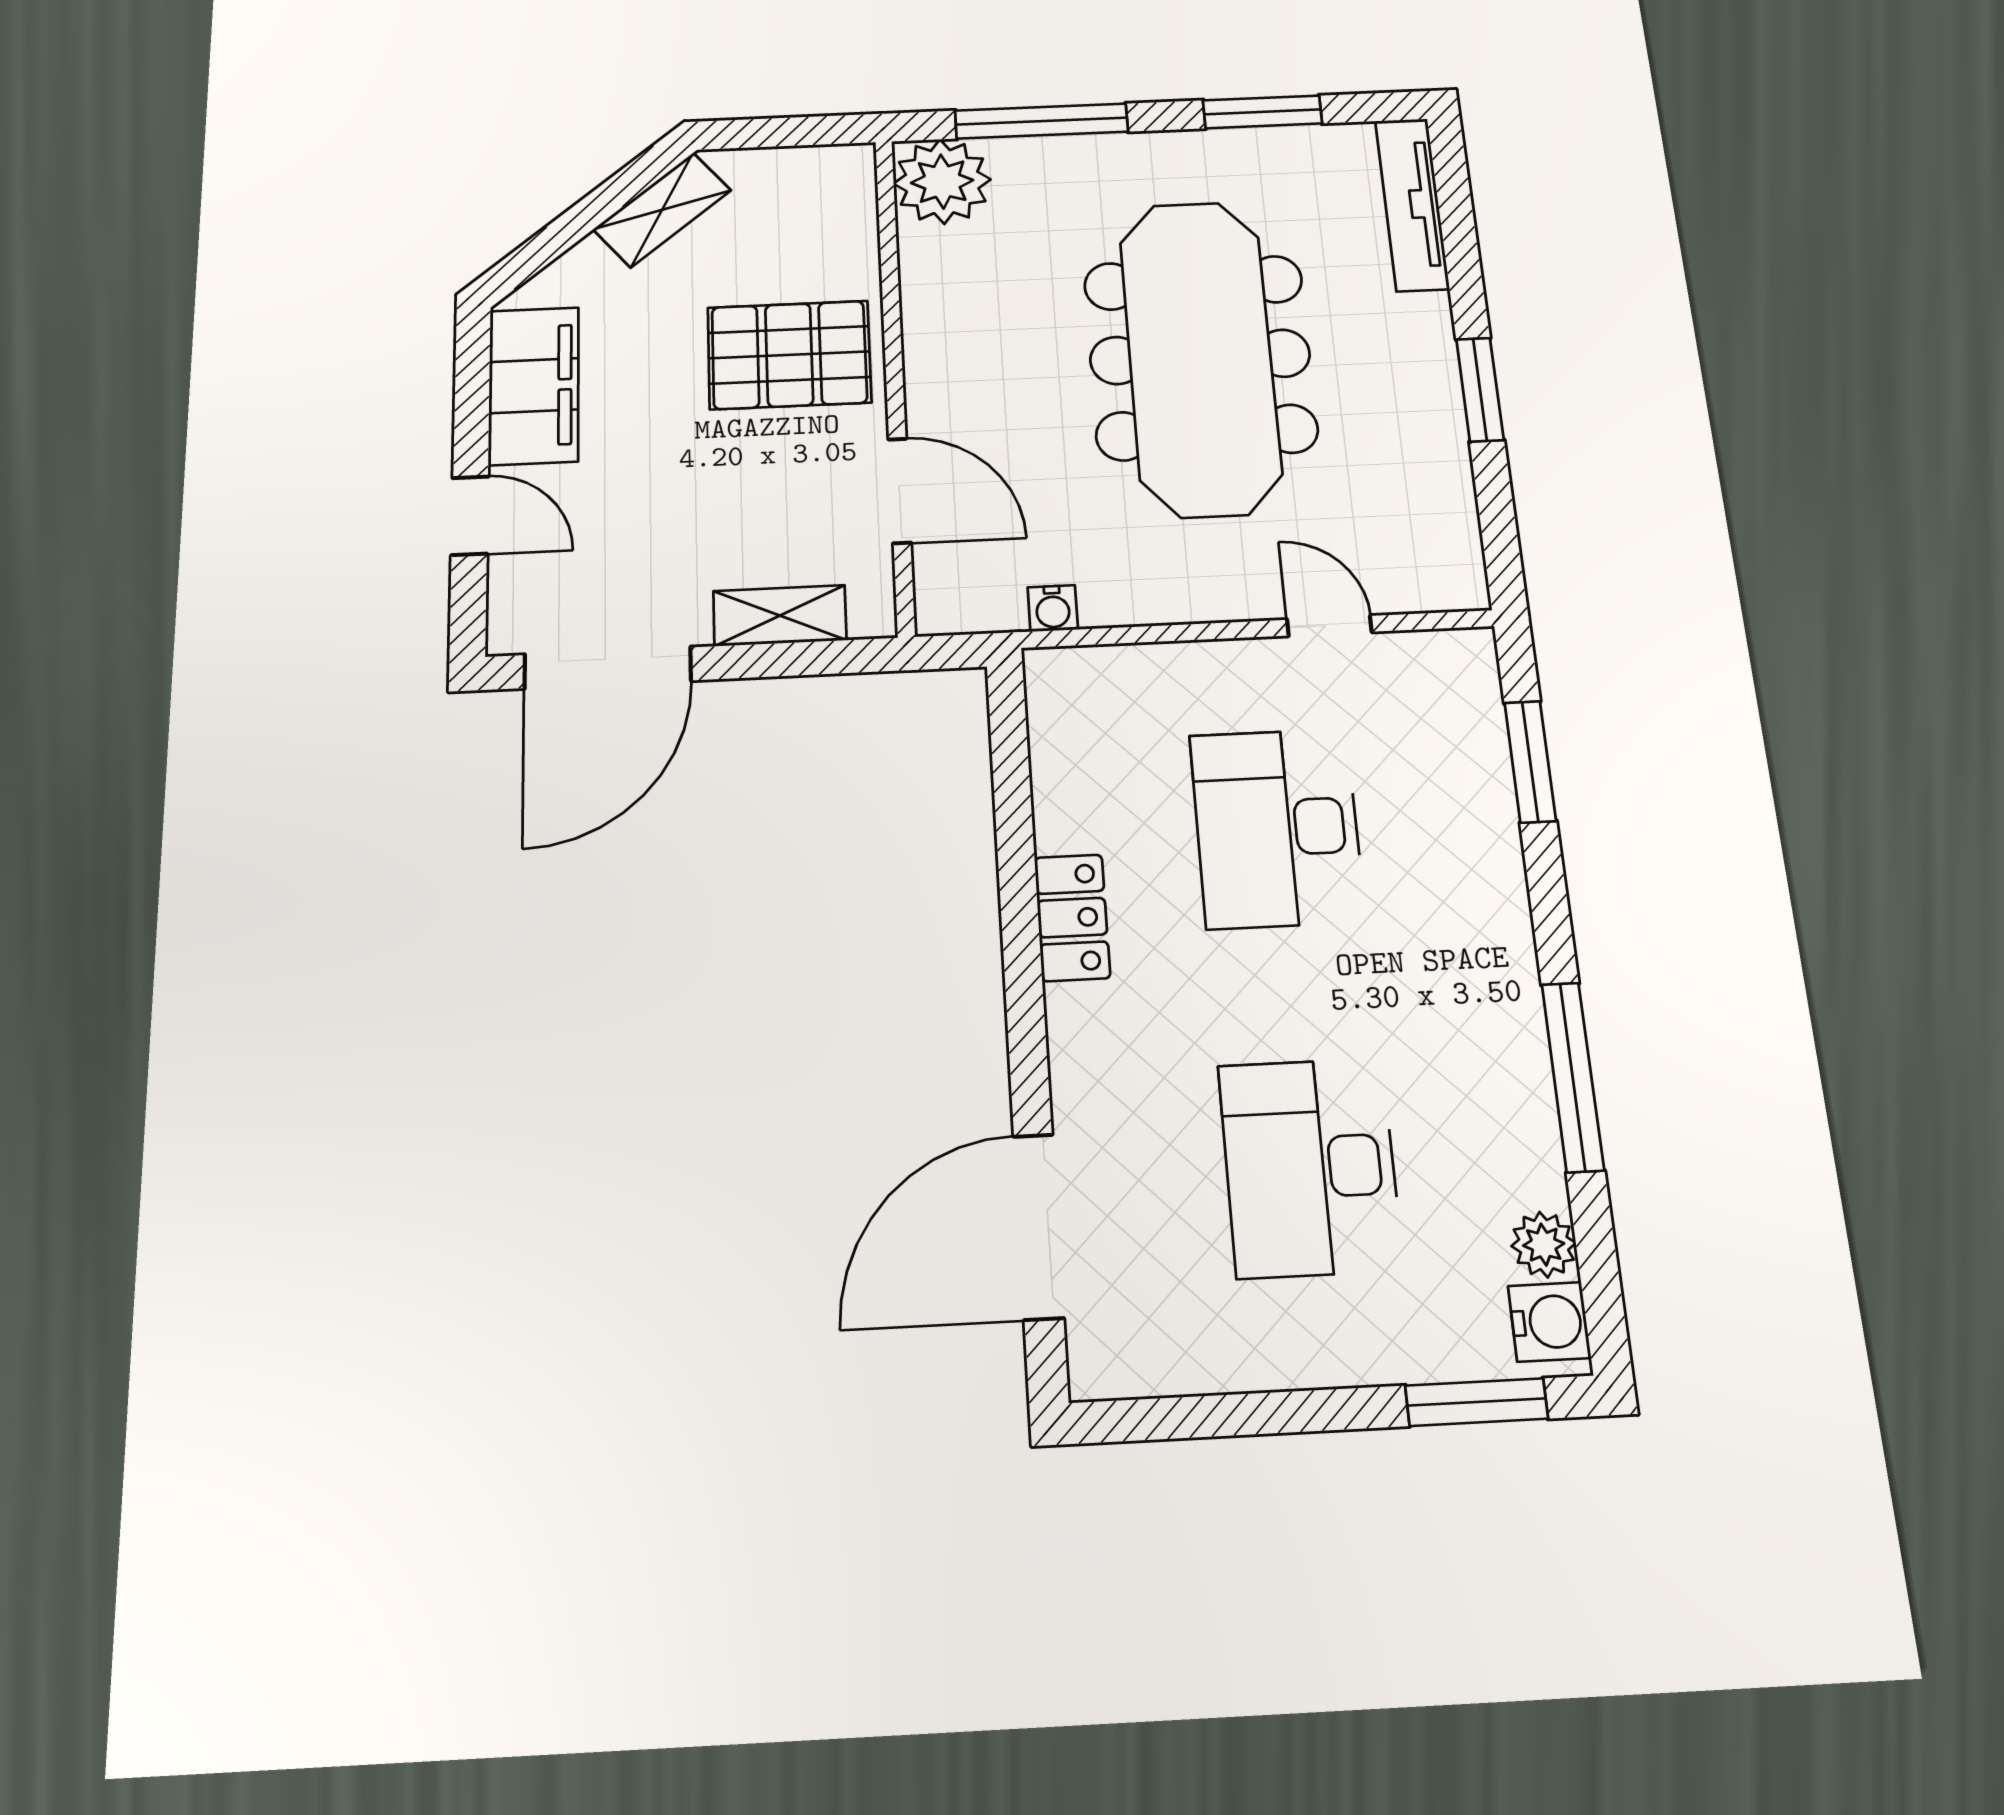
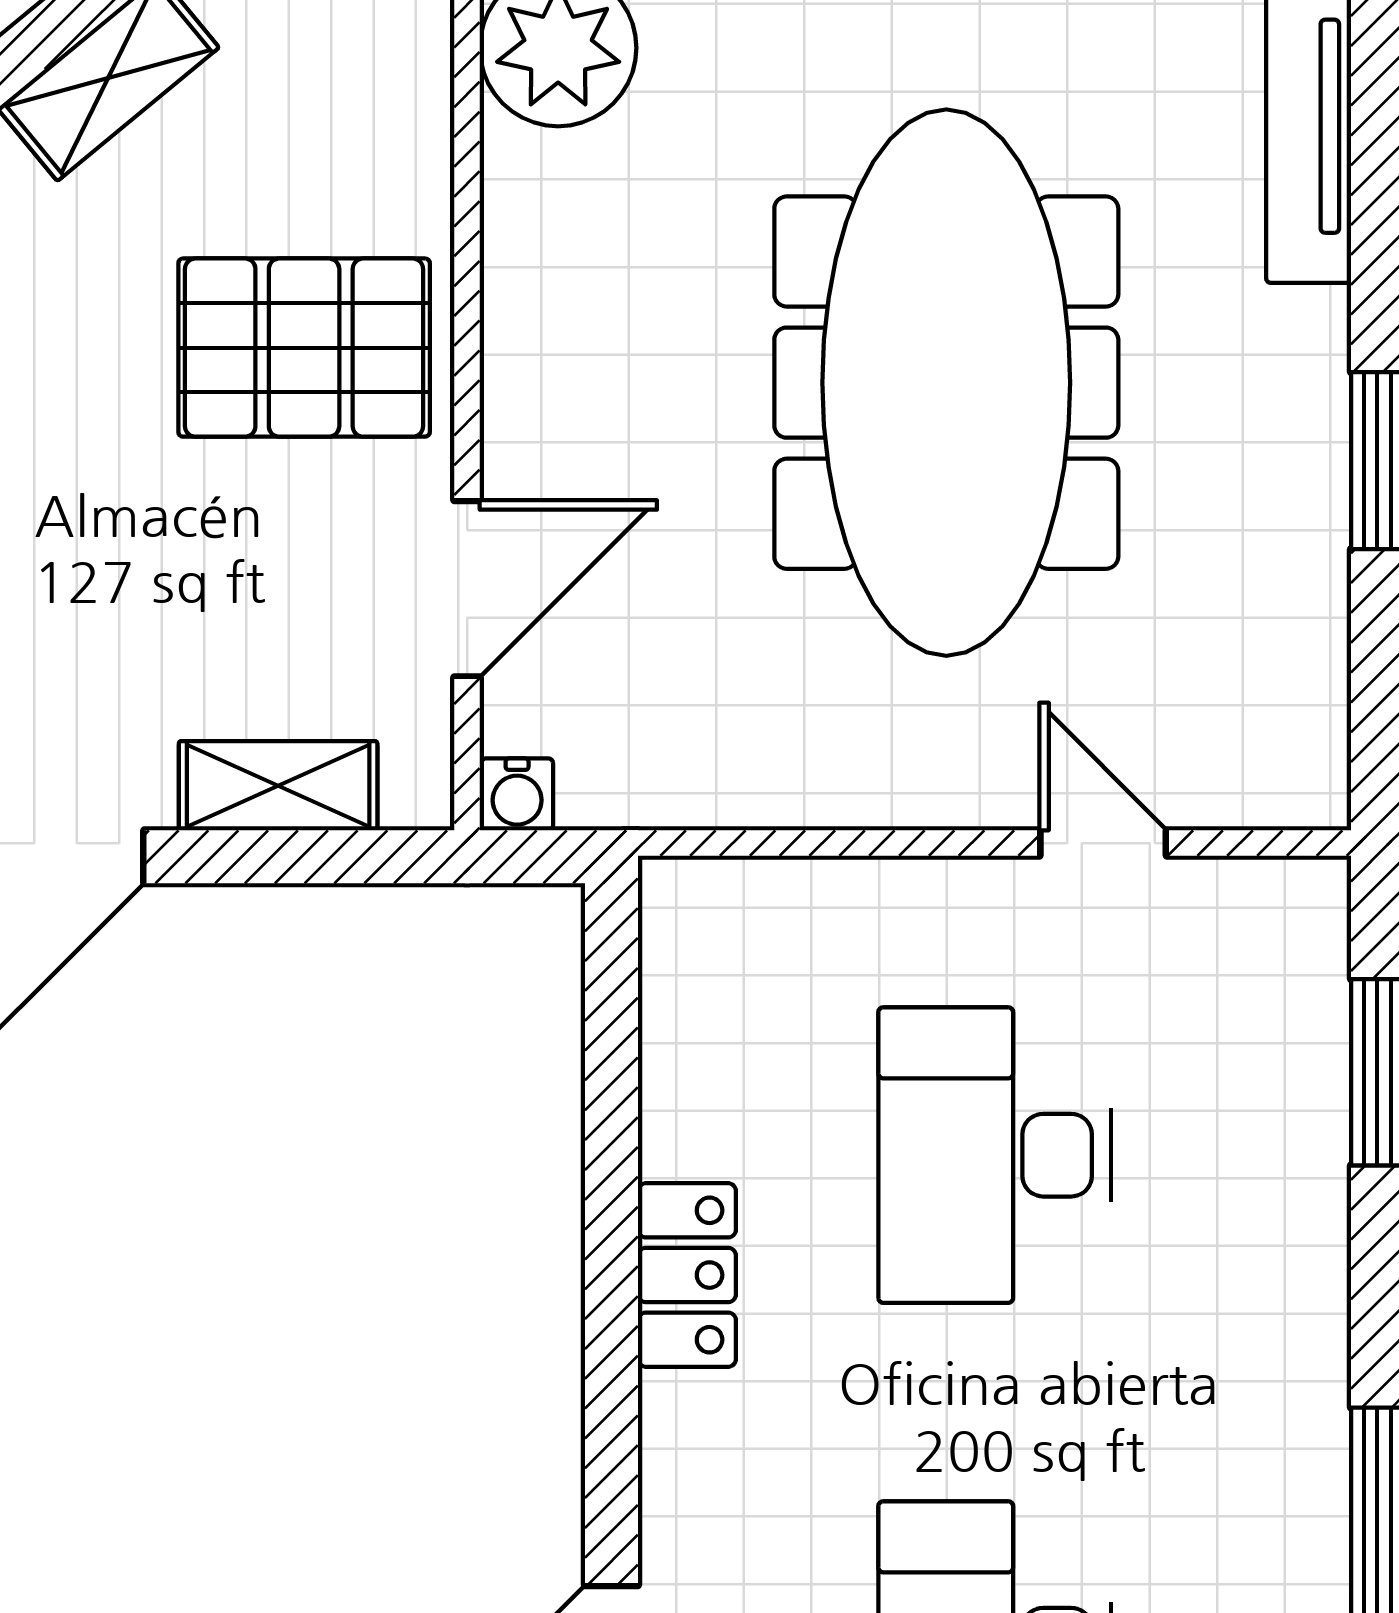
door: (900, 491) -> (467, 589), hinge flipped
water cooler: (1053, 608) -> (517, 794), moved

